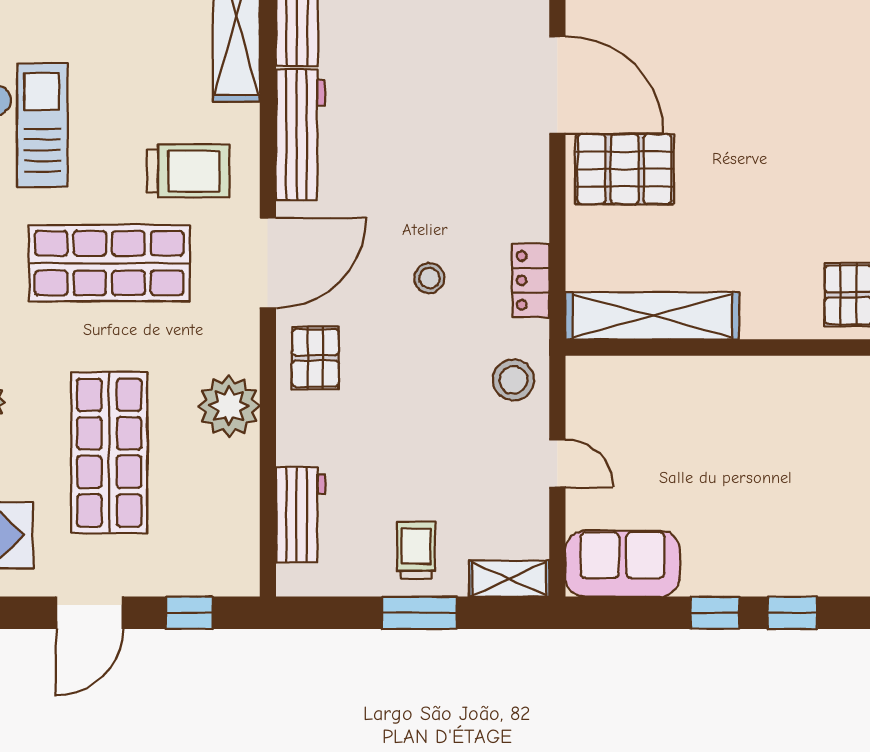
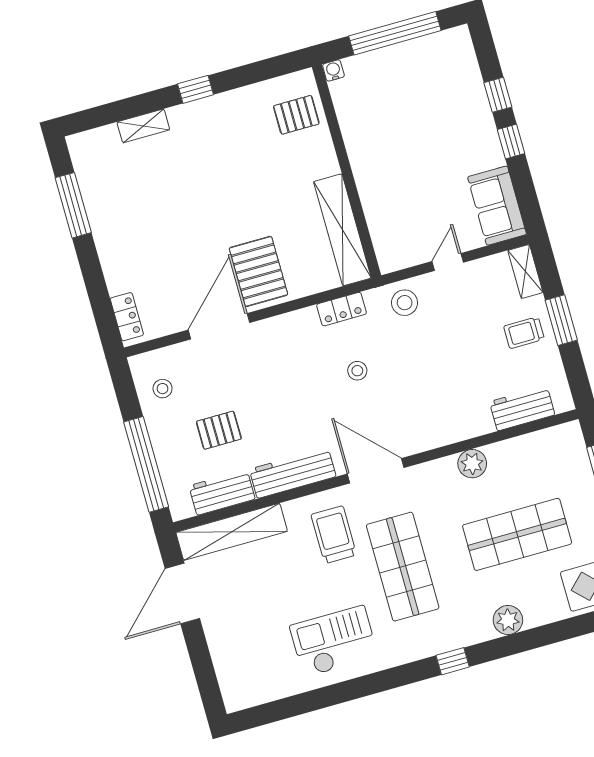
pallet: (315, 358) -> (219, 430), moved
plant: (229, 406) -> (472, 464), width x0.73, depth x0.73

